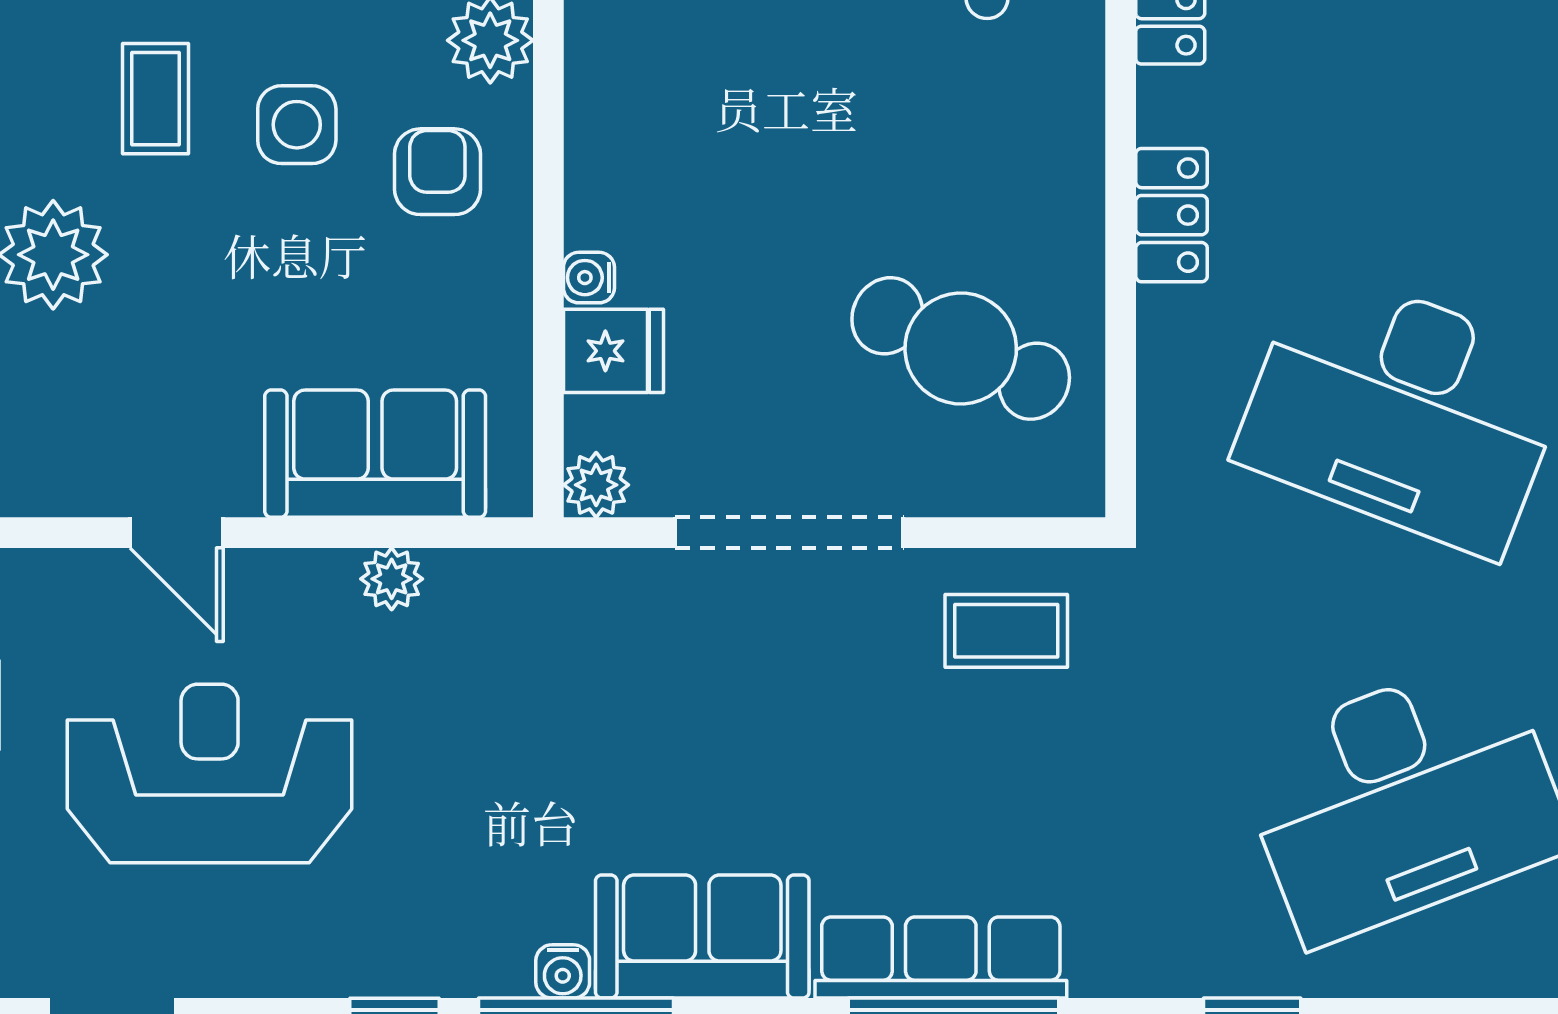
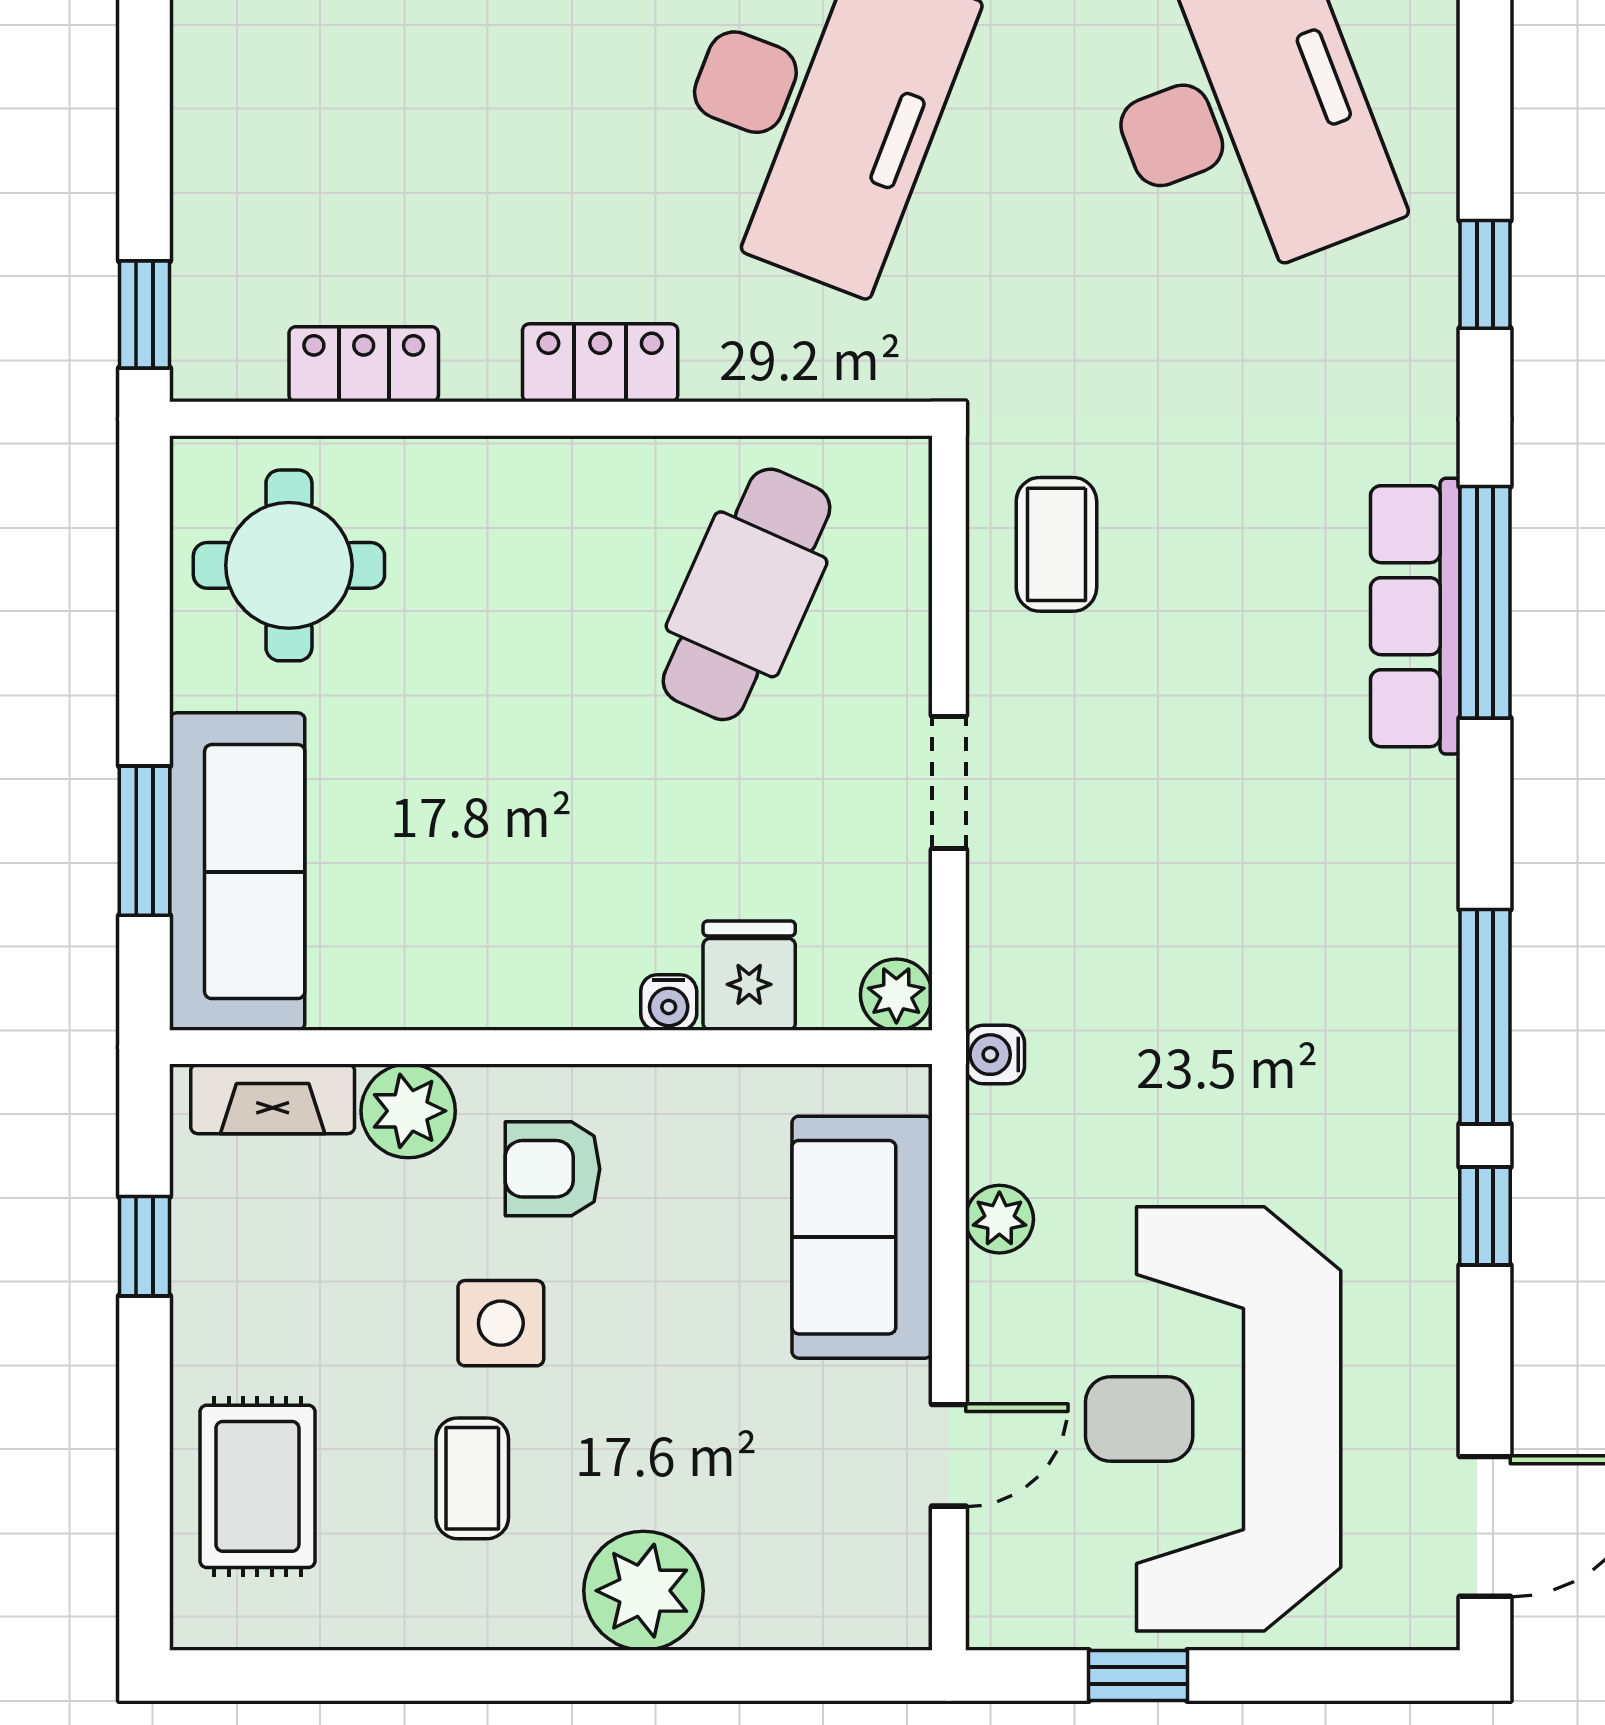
coffee table: (156, 99) -> (472, 1478), turned 90
doorway: (789, 533) -> (949, 783), width x0.53
reception desk: (210, 773) -> (1213, 1419), width x1.36, depth x1.30
sofa: (702, 937) -> (1392, 878), removed
water cooler: (563, 971) -> (995, 1055), moved, turned 180

